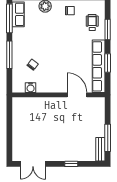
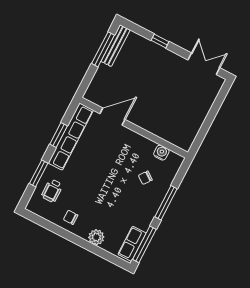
door: (77, 95) -> (112, 117), swing flipped
bench: (100, 149) -> (115, 46), width x1.36

